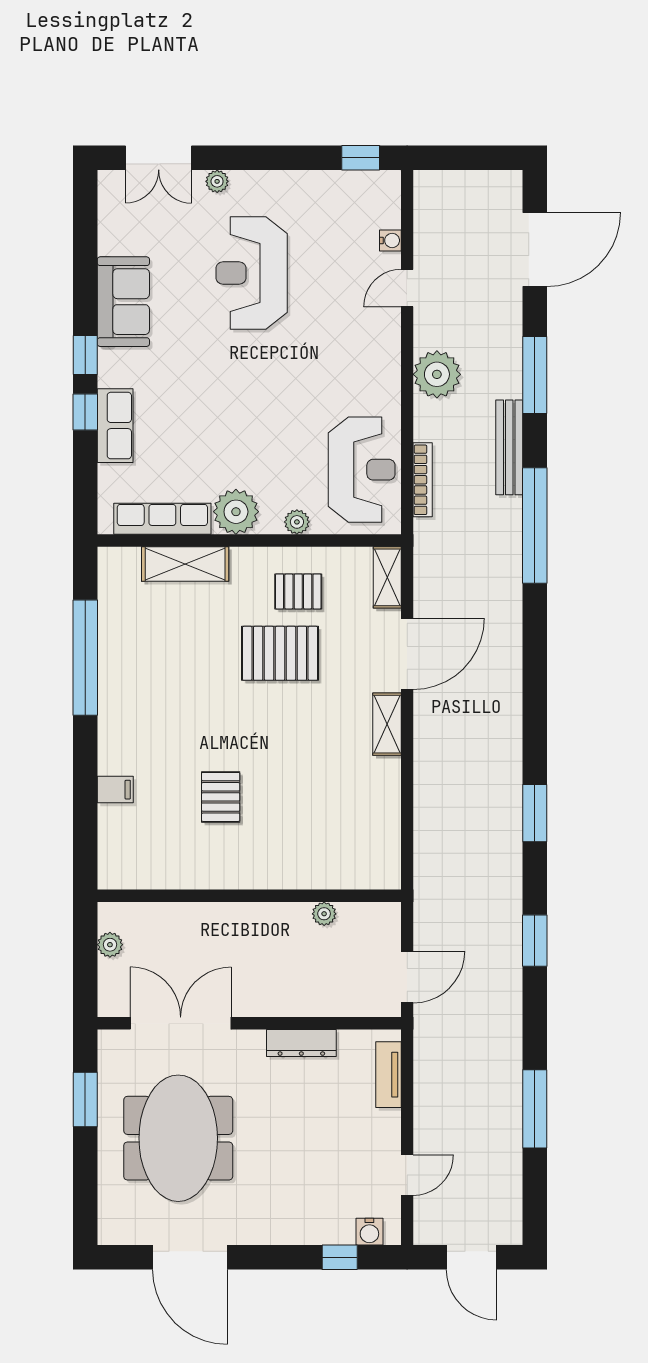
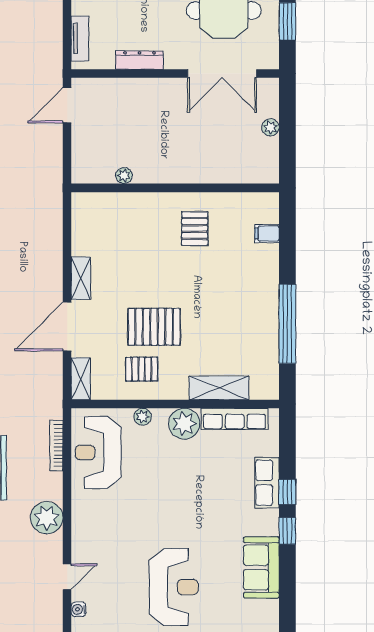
wall: (249, 896) -> (175, 188), moved
plant: (324, 914) -> (124, 176), moved

